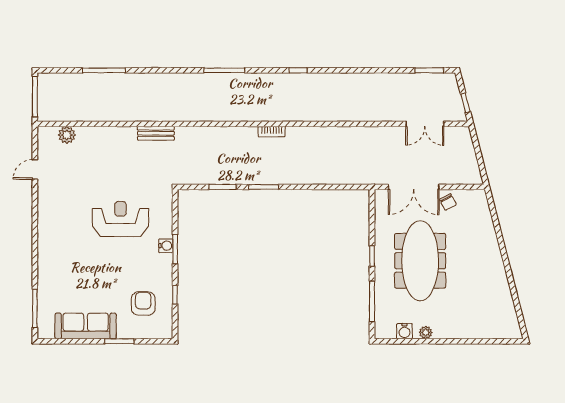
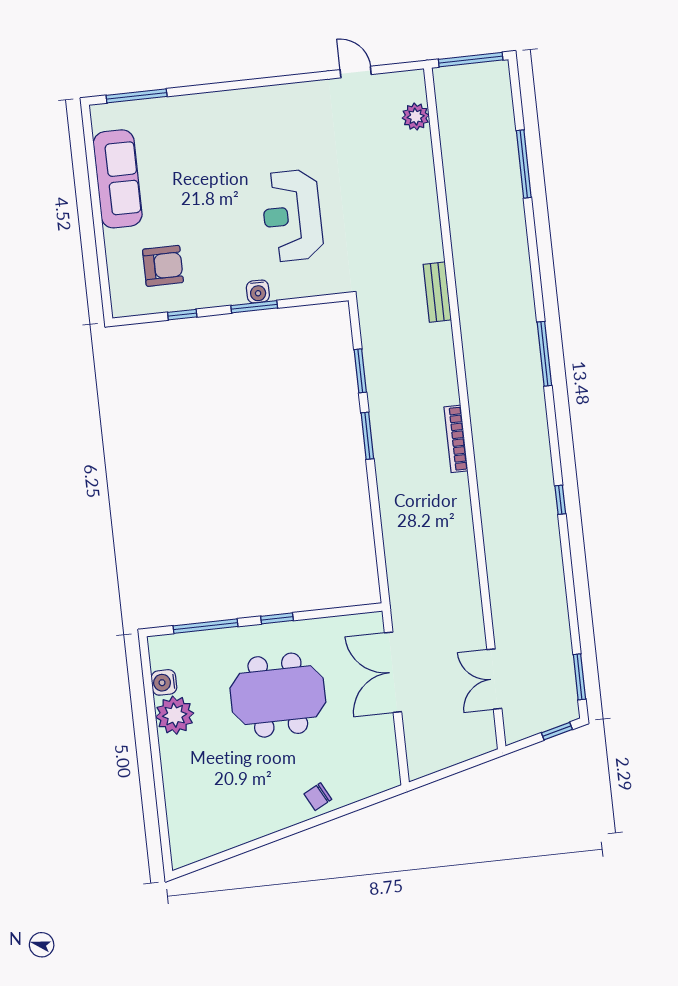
window: (298, 70) -> (560, 500), moved
window: (465, 103) -> (557, 731), moved
bookcase: (272, 132) -> (456, 439), width x1.56
bench: (156, 133) -> (437, 292), moved
chair: (448, 202) -> (318, 797), moved
reception desk: (121, 219) -> (292, 216), turned 180
meeting table: (420, 261) -> (278, 695), width x0.73
plant: (426, 332) -> (175, 715), width x1.88, depth x1.88
window: (119, 341) -> (99, 235), removed

